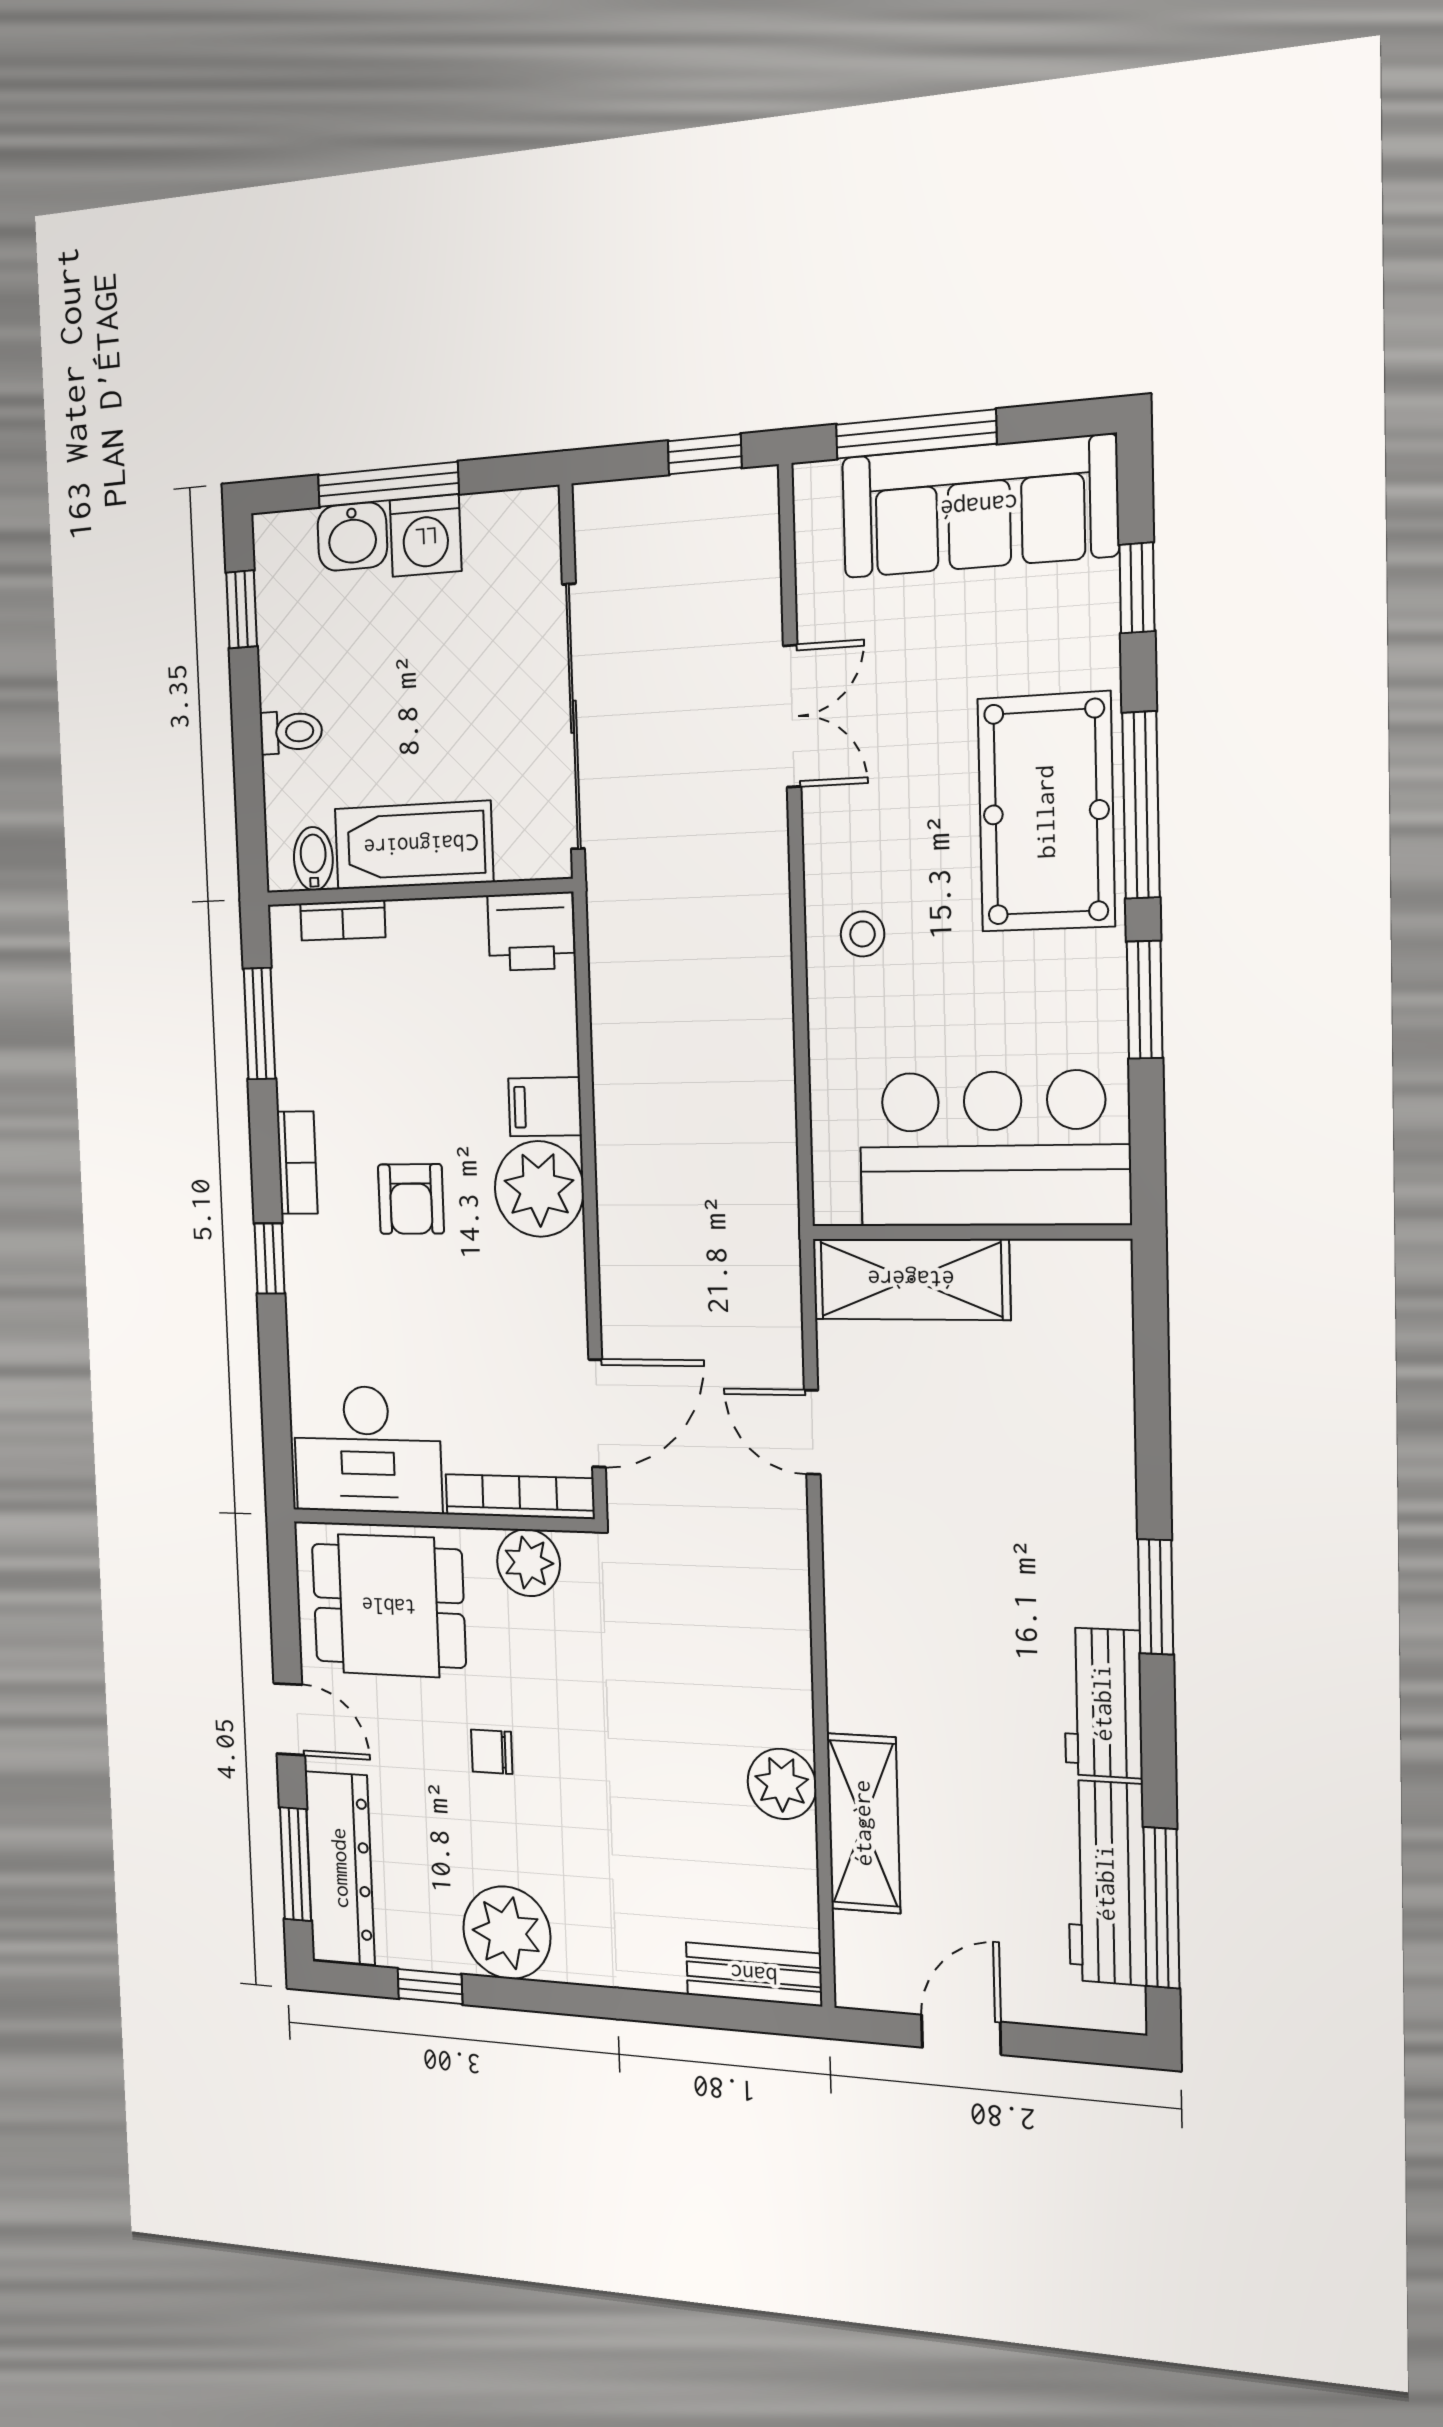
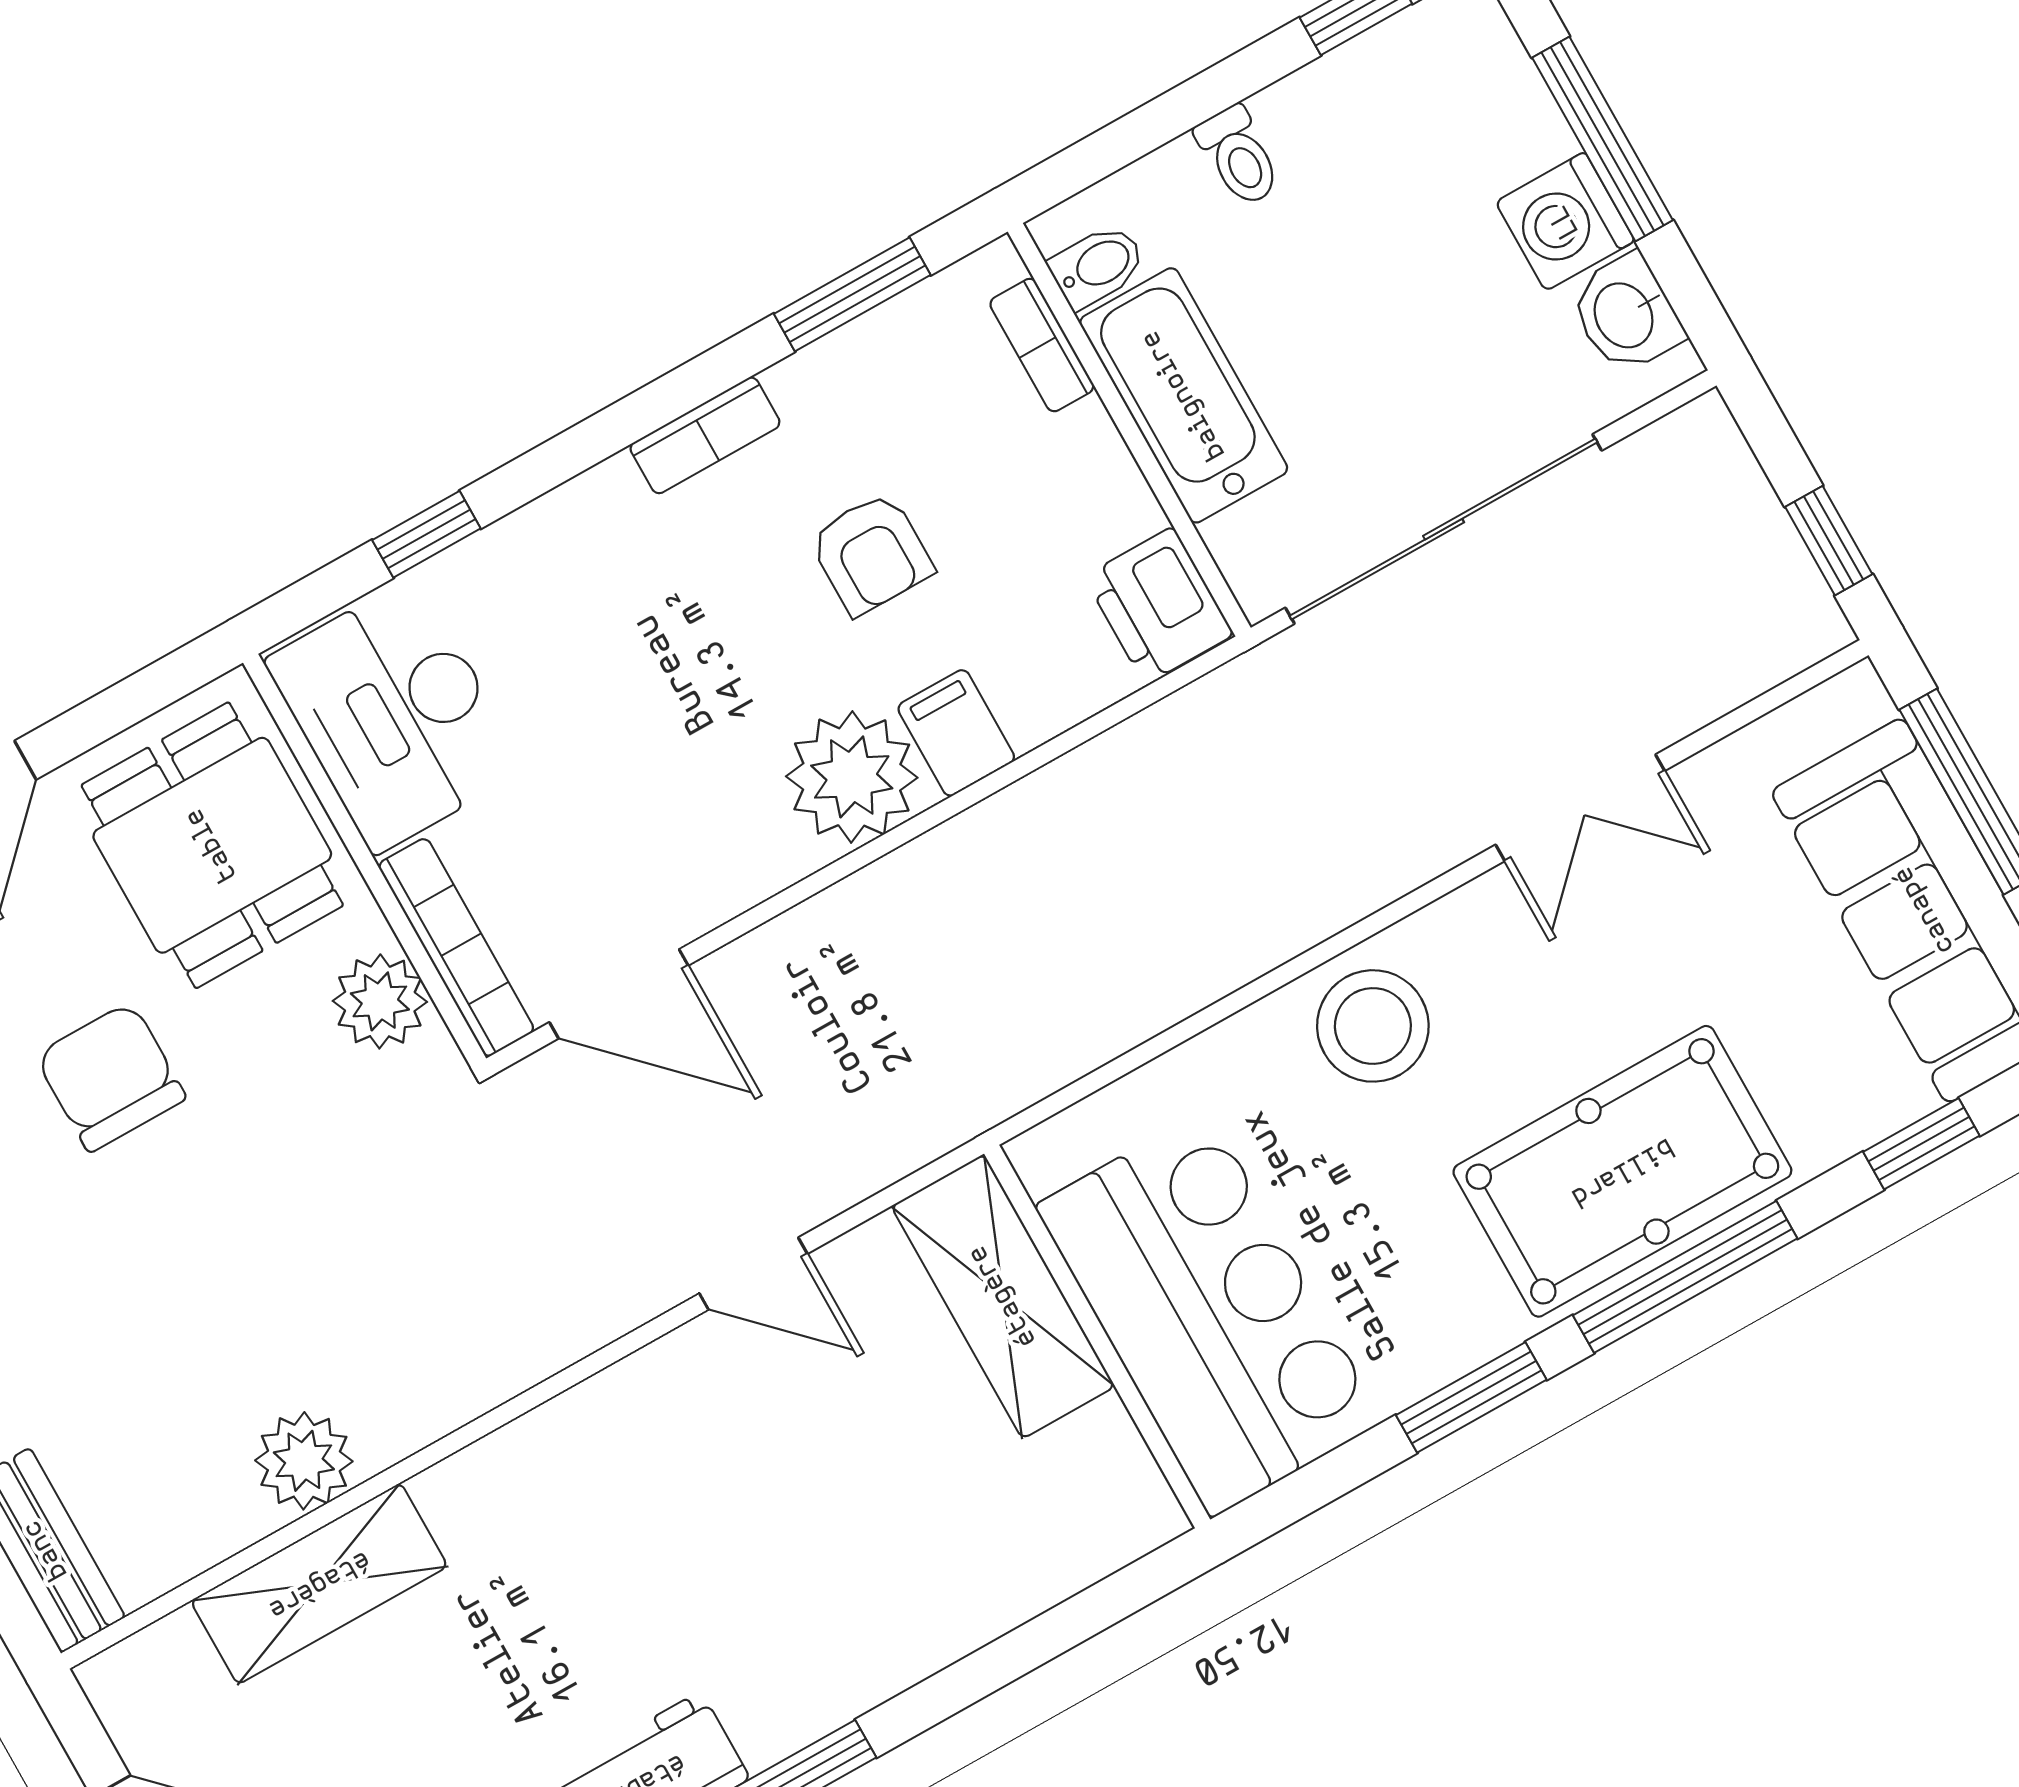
washbasin: (352, 537) -> (1626, 314), moved
stool: (863, 934) -> (1373, 1026), width x1.89, depth x1.89
armchair: (411, 1199) -> (871, 554), moved, turned -90
window: (270, 1258) -> (426, 534), moved
door: (812, 1432) -> (753, 1274), swing flipped
chair: (492, 1752) -> (110, 1077), width x1.87, depth x1.87

